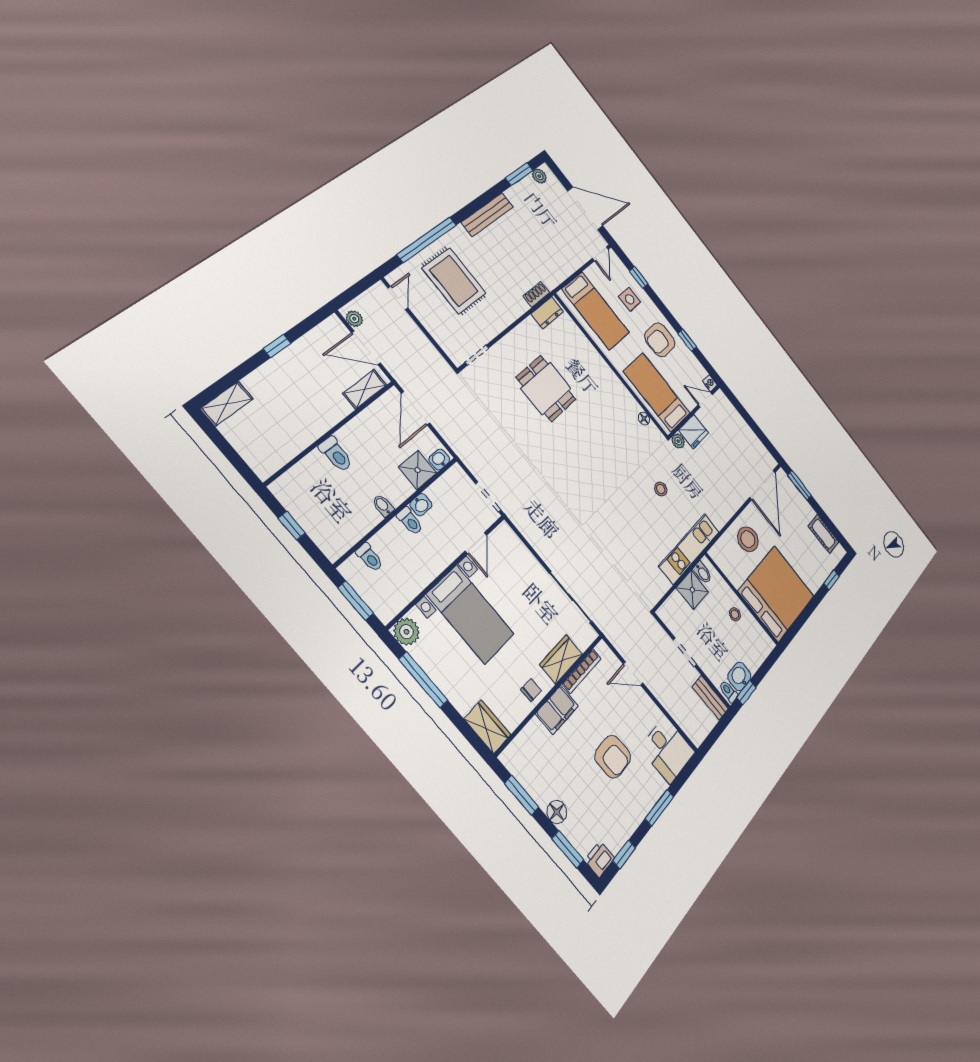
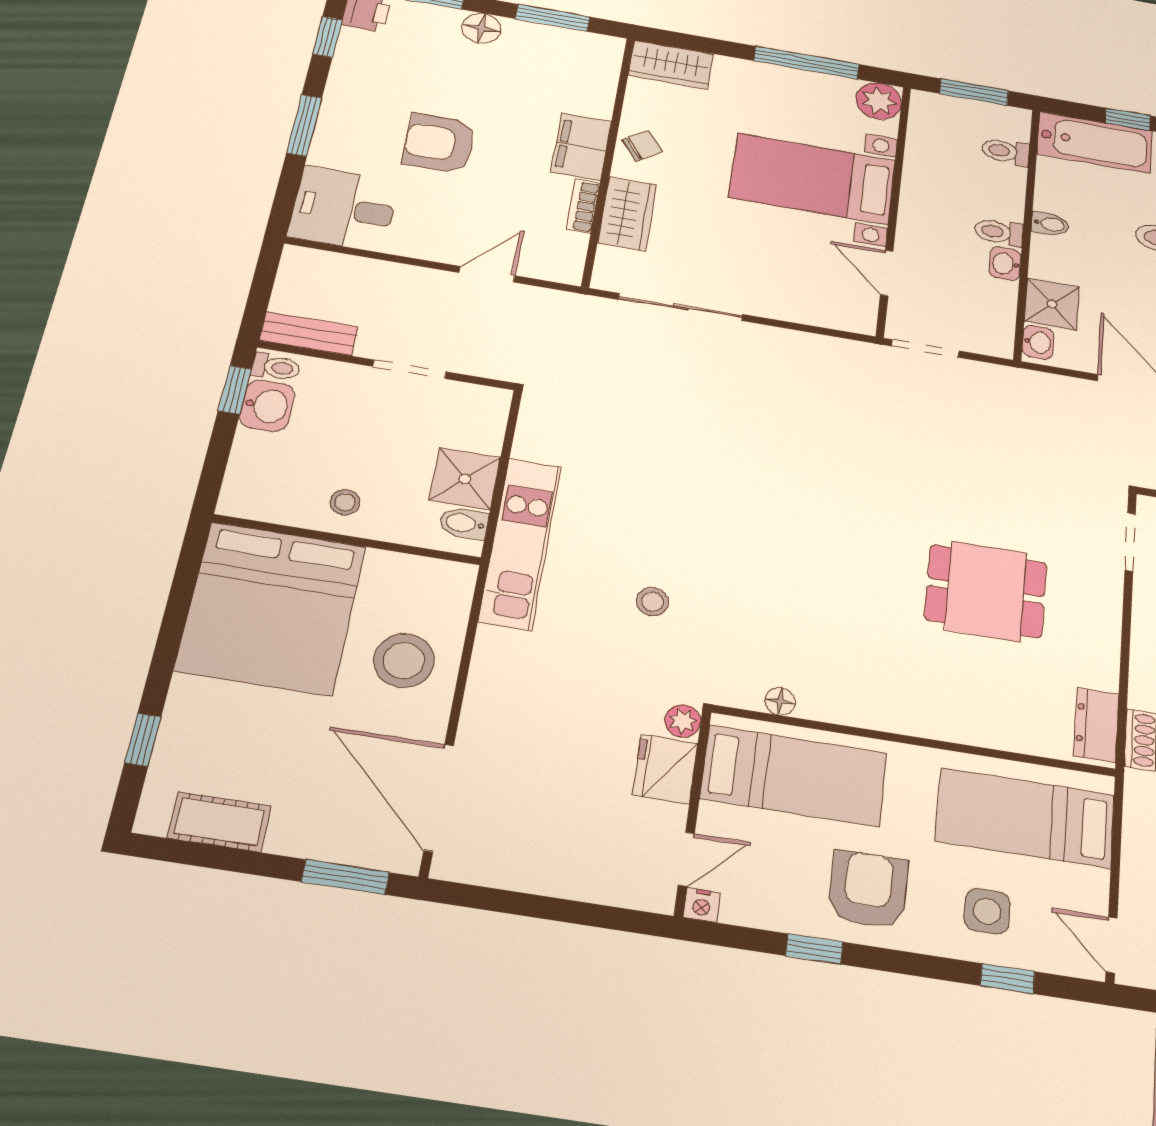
bathtub: (321, 527) -> (1095, 142), added
bookcase: (582, 671) -> (583, 206), width x0.64
chair: (531, 690) -> (642, 146), turned -126

